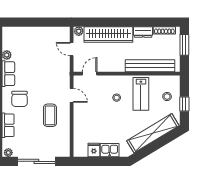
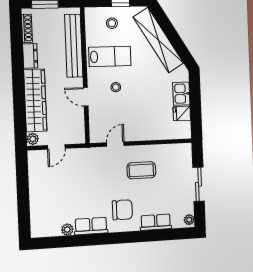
door: (90, 74) -> (86, 97), moved
sliding door: (36, 161) -> (198, 184), width x0.73

